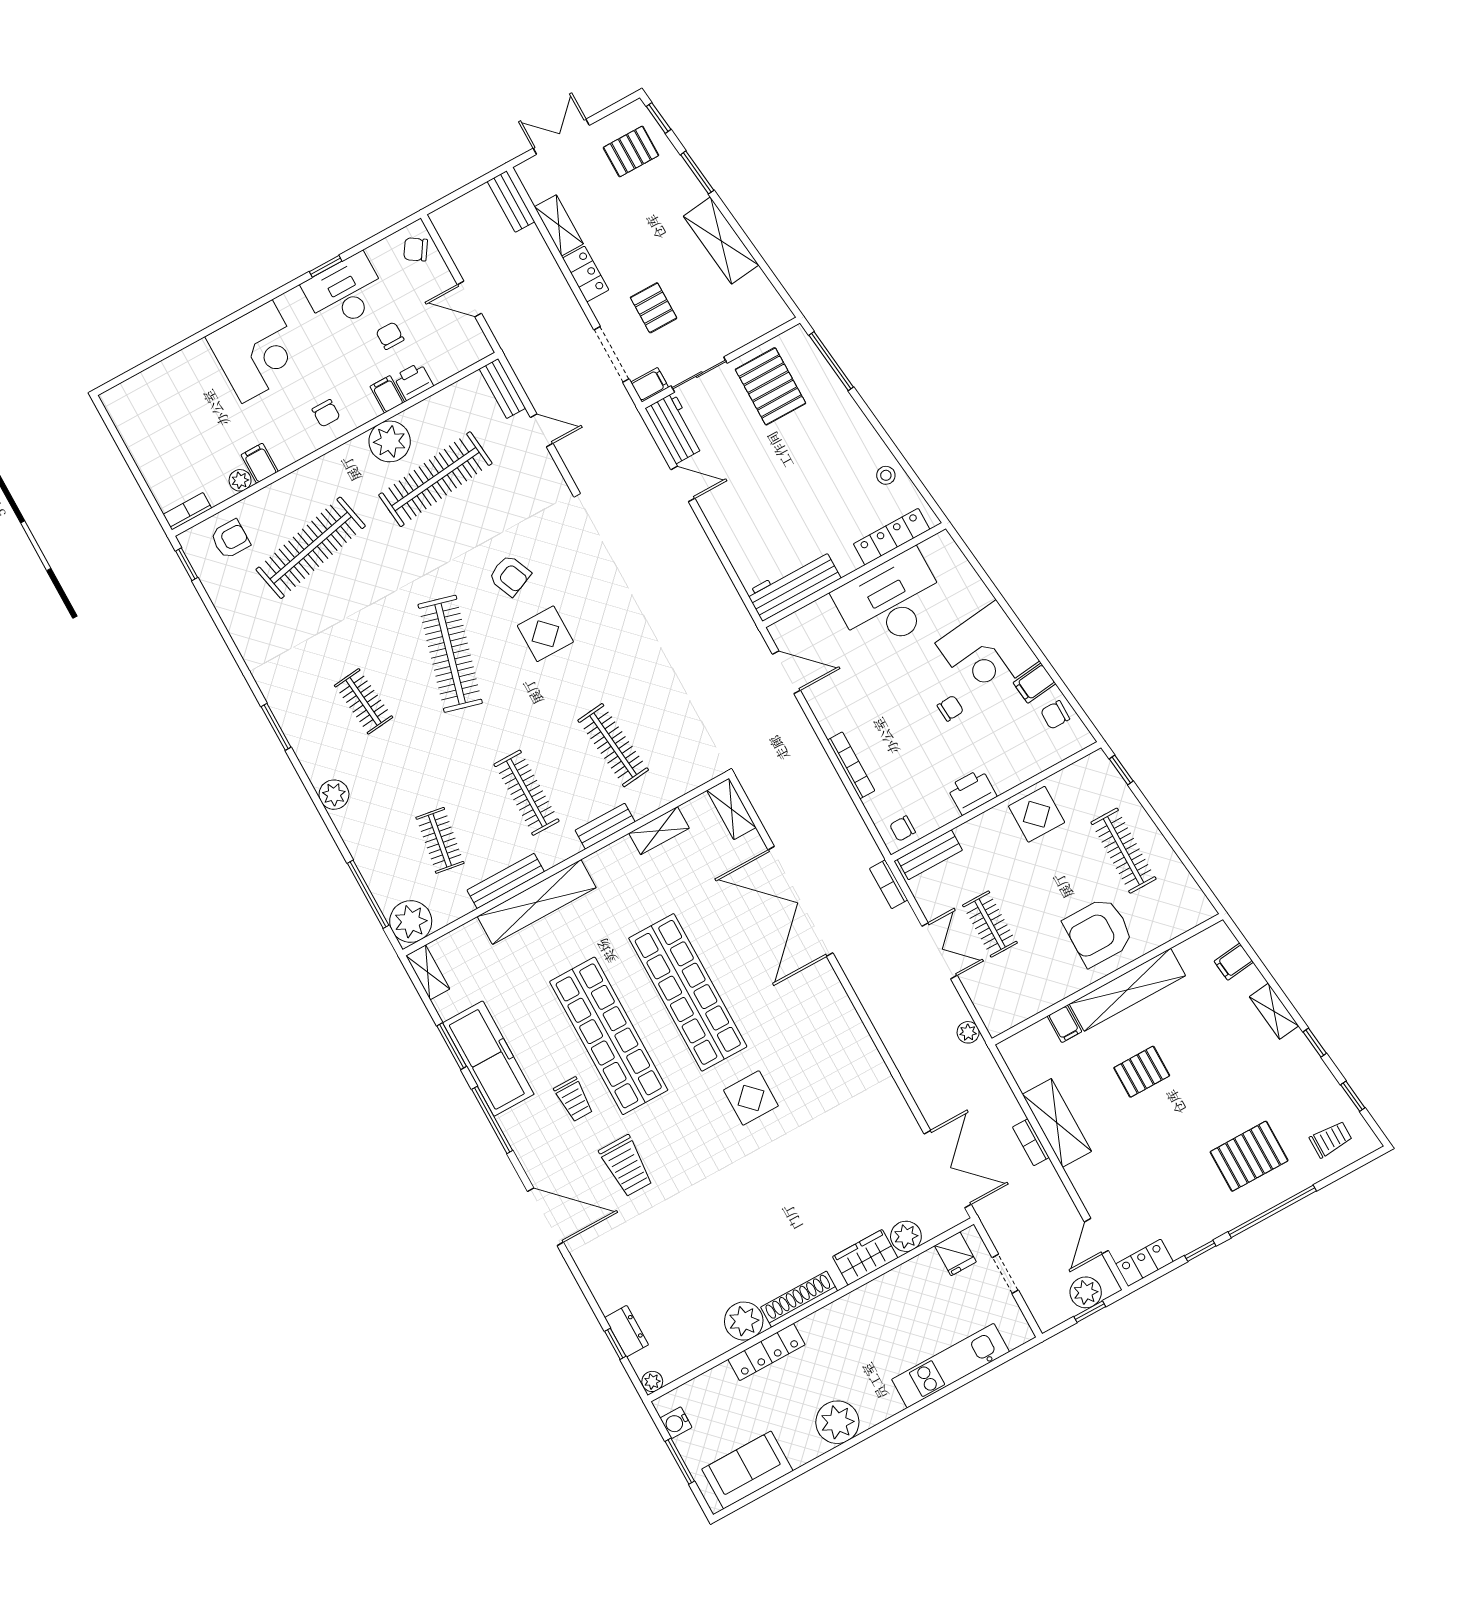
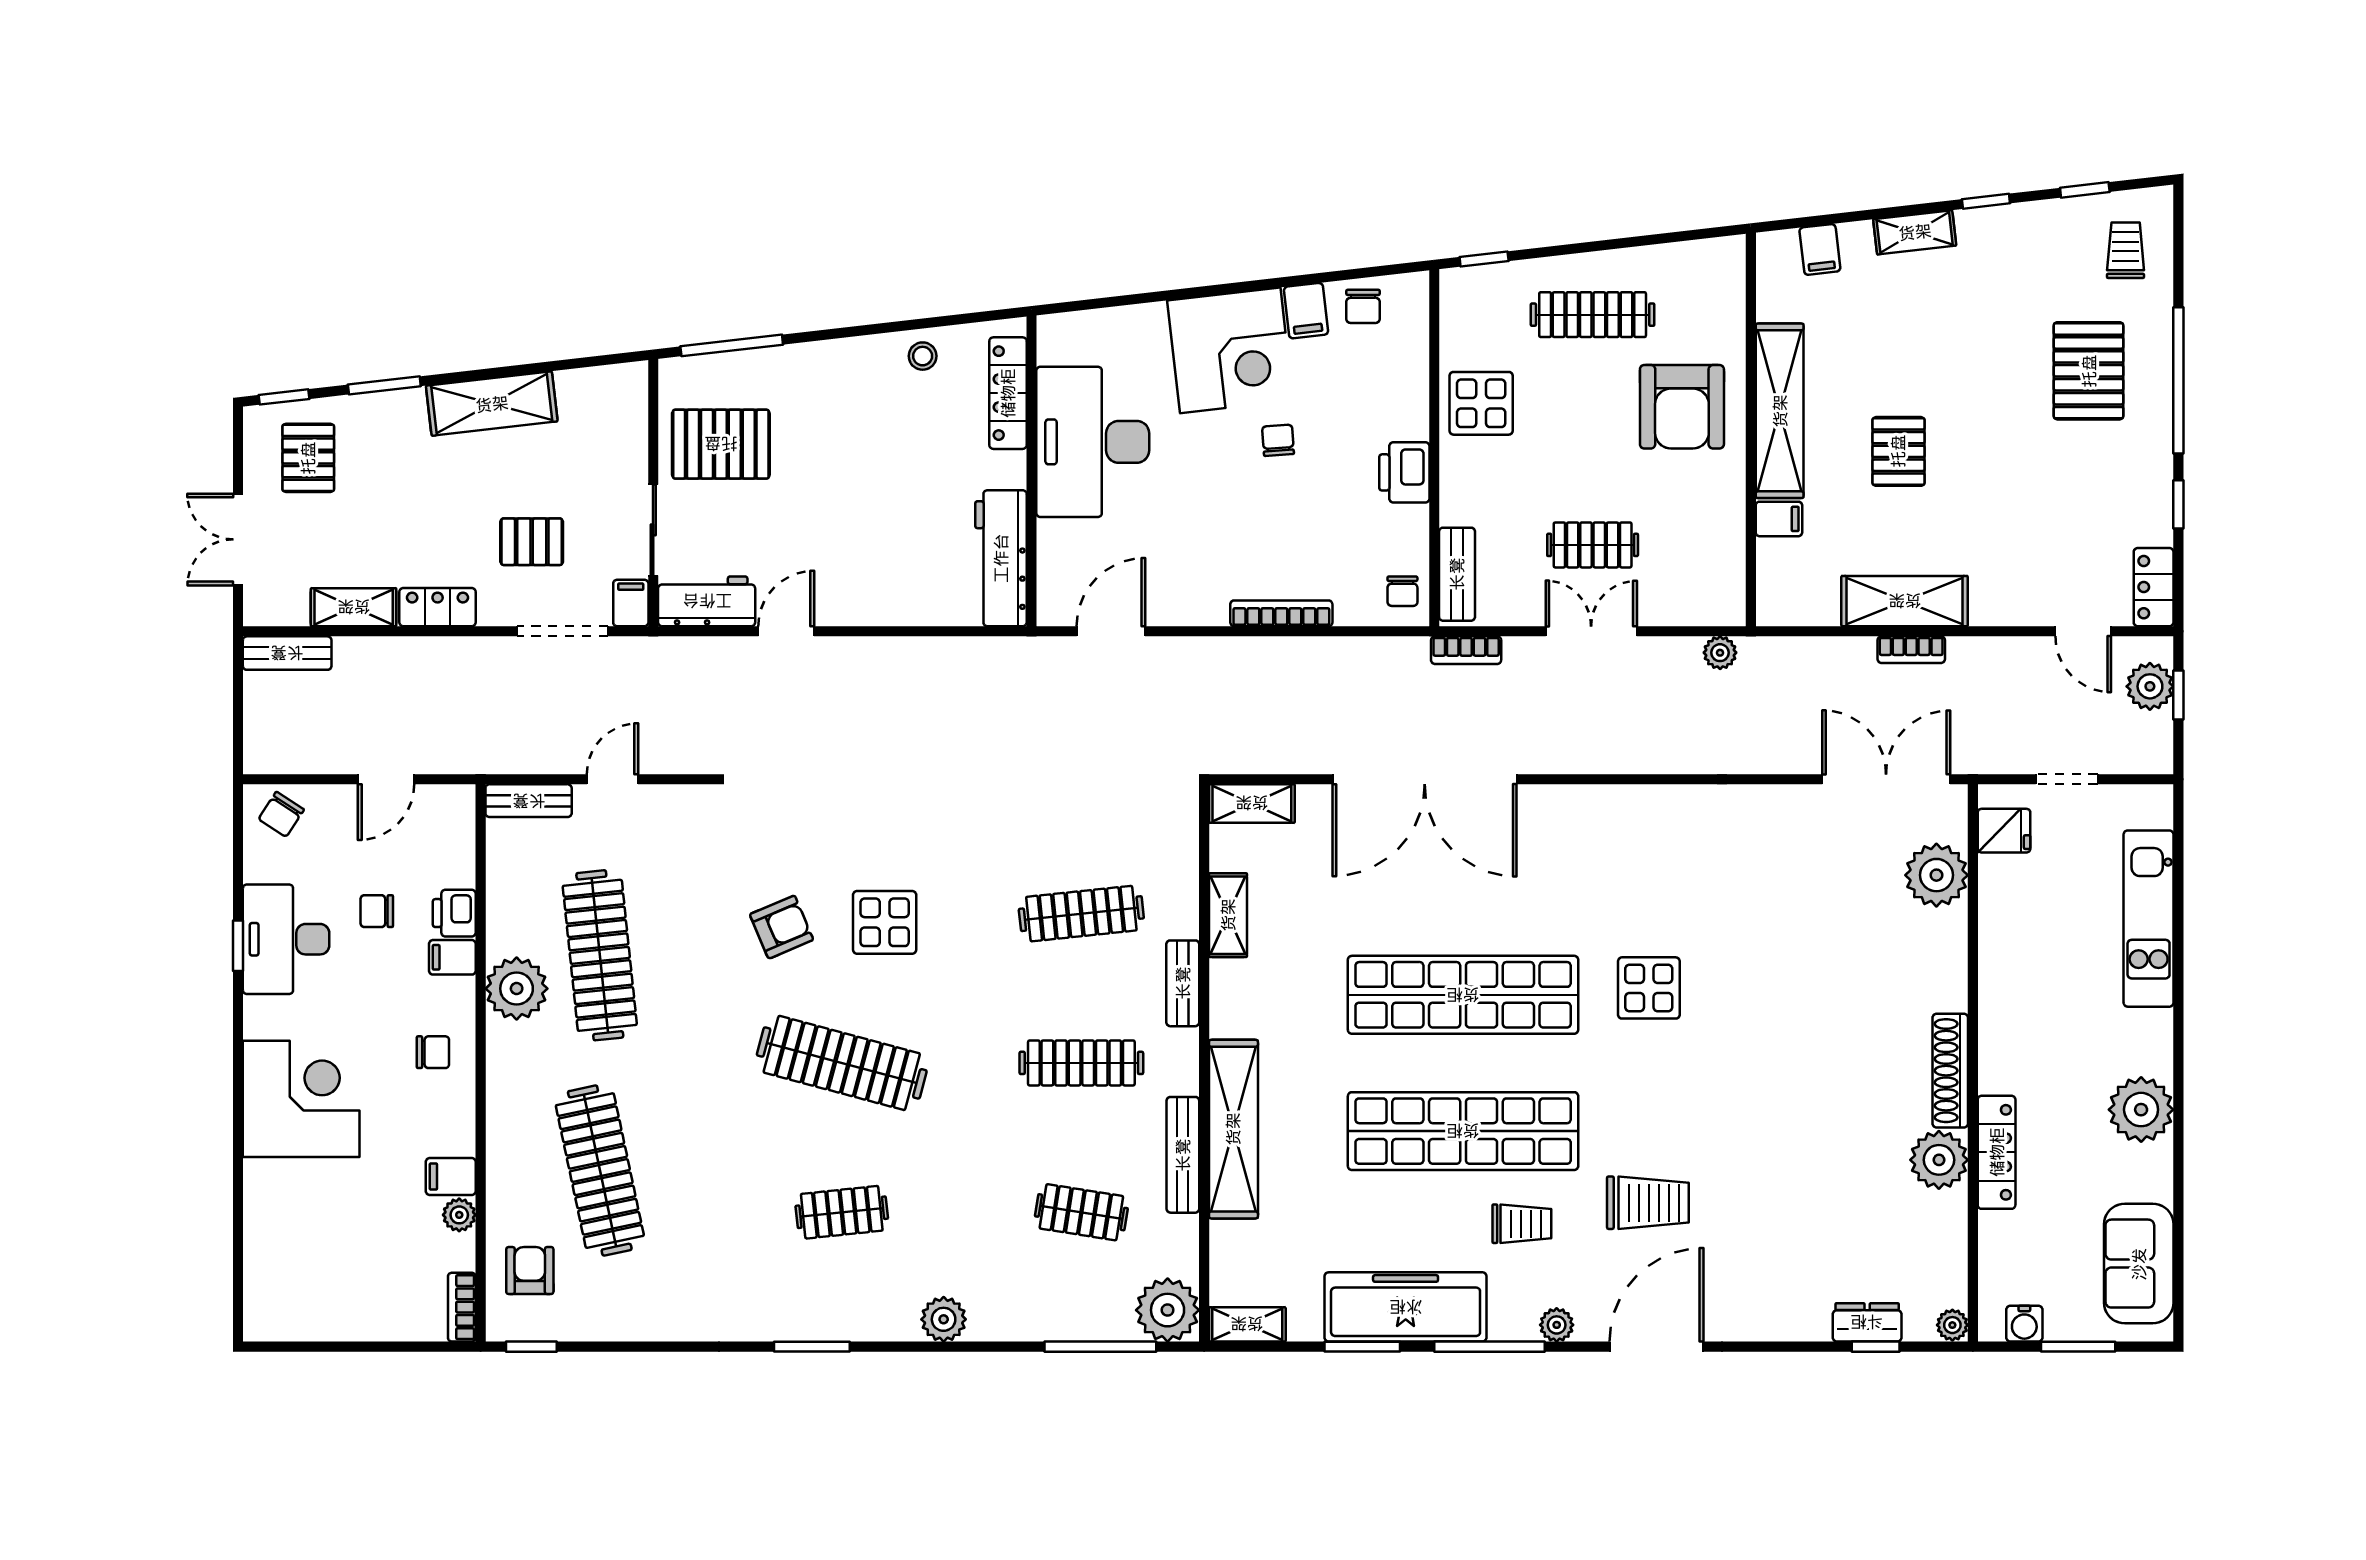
plant: (526, 1152) -> (1557, 1325), added
plant: (906, 1236) -> (1936, 875), width x1.36, depth x1.36
wardrobe: (865, 1257) -> (1943, 953), removed

